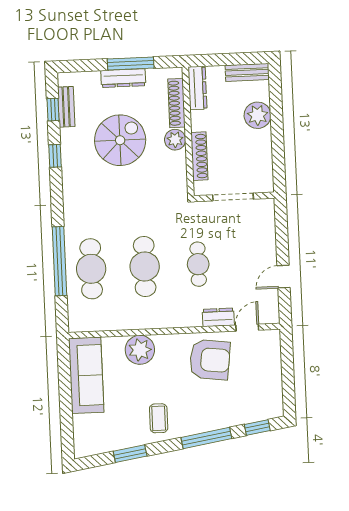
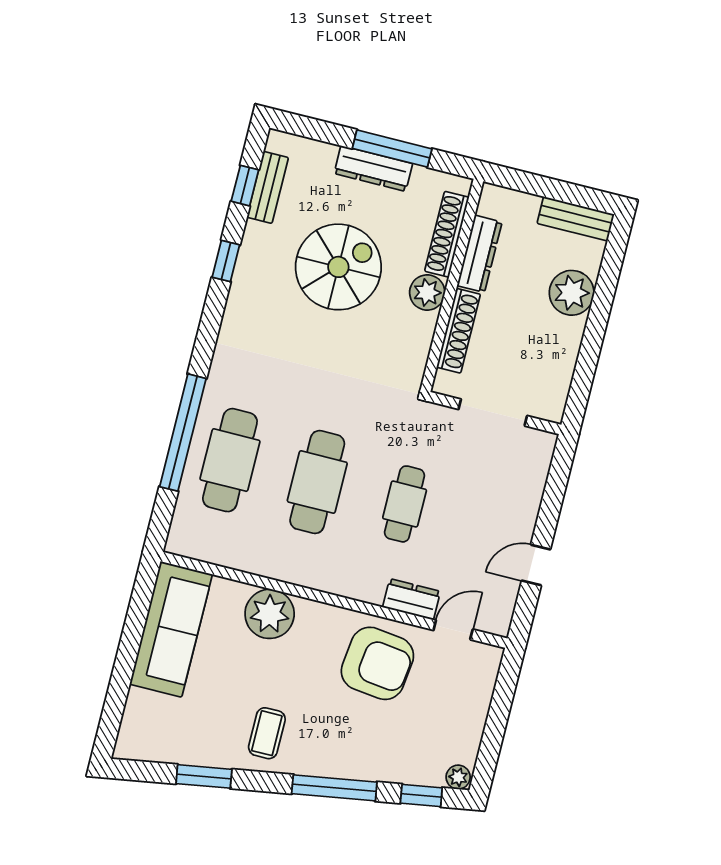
dresser: (197, 88) -> (479, 254), moved
plant: (275, 411) -> (458, 777), added

